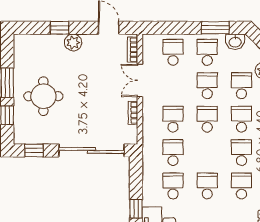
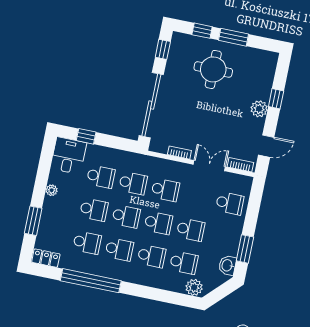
school desk: (207, 52) -> (126, 216), moved

